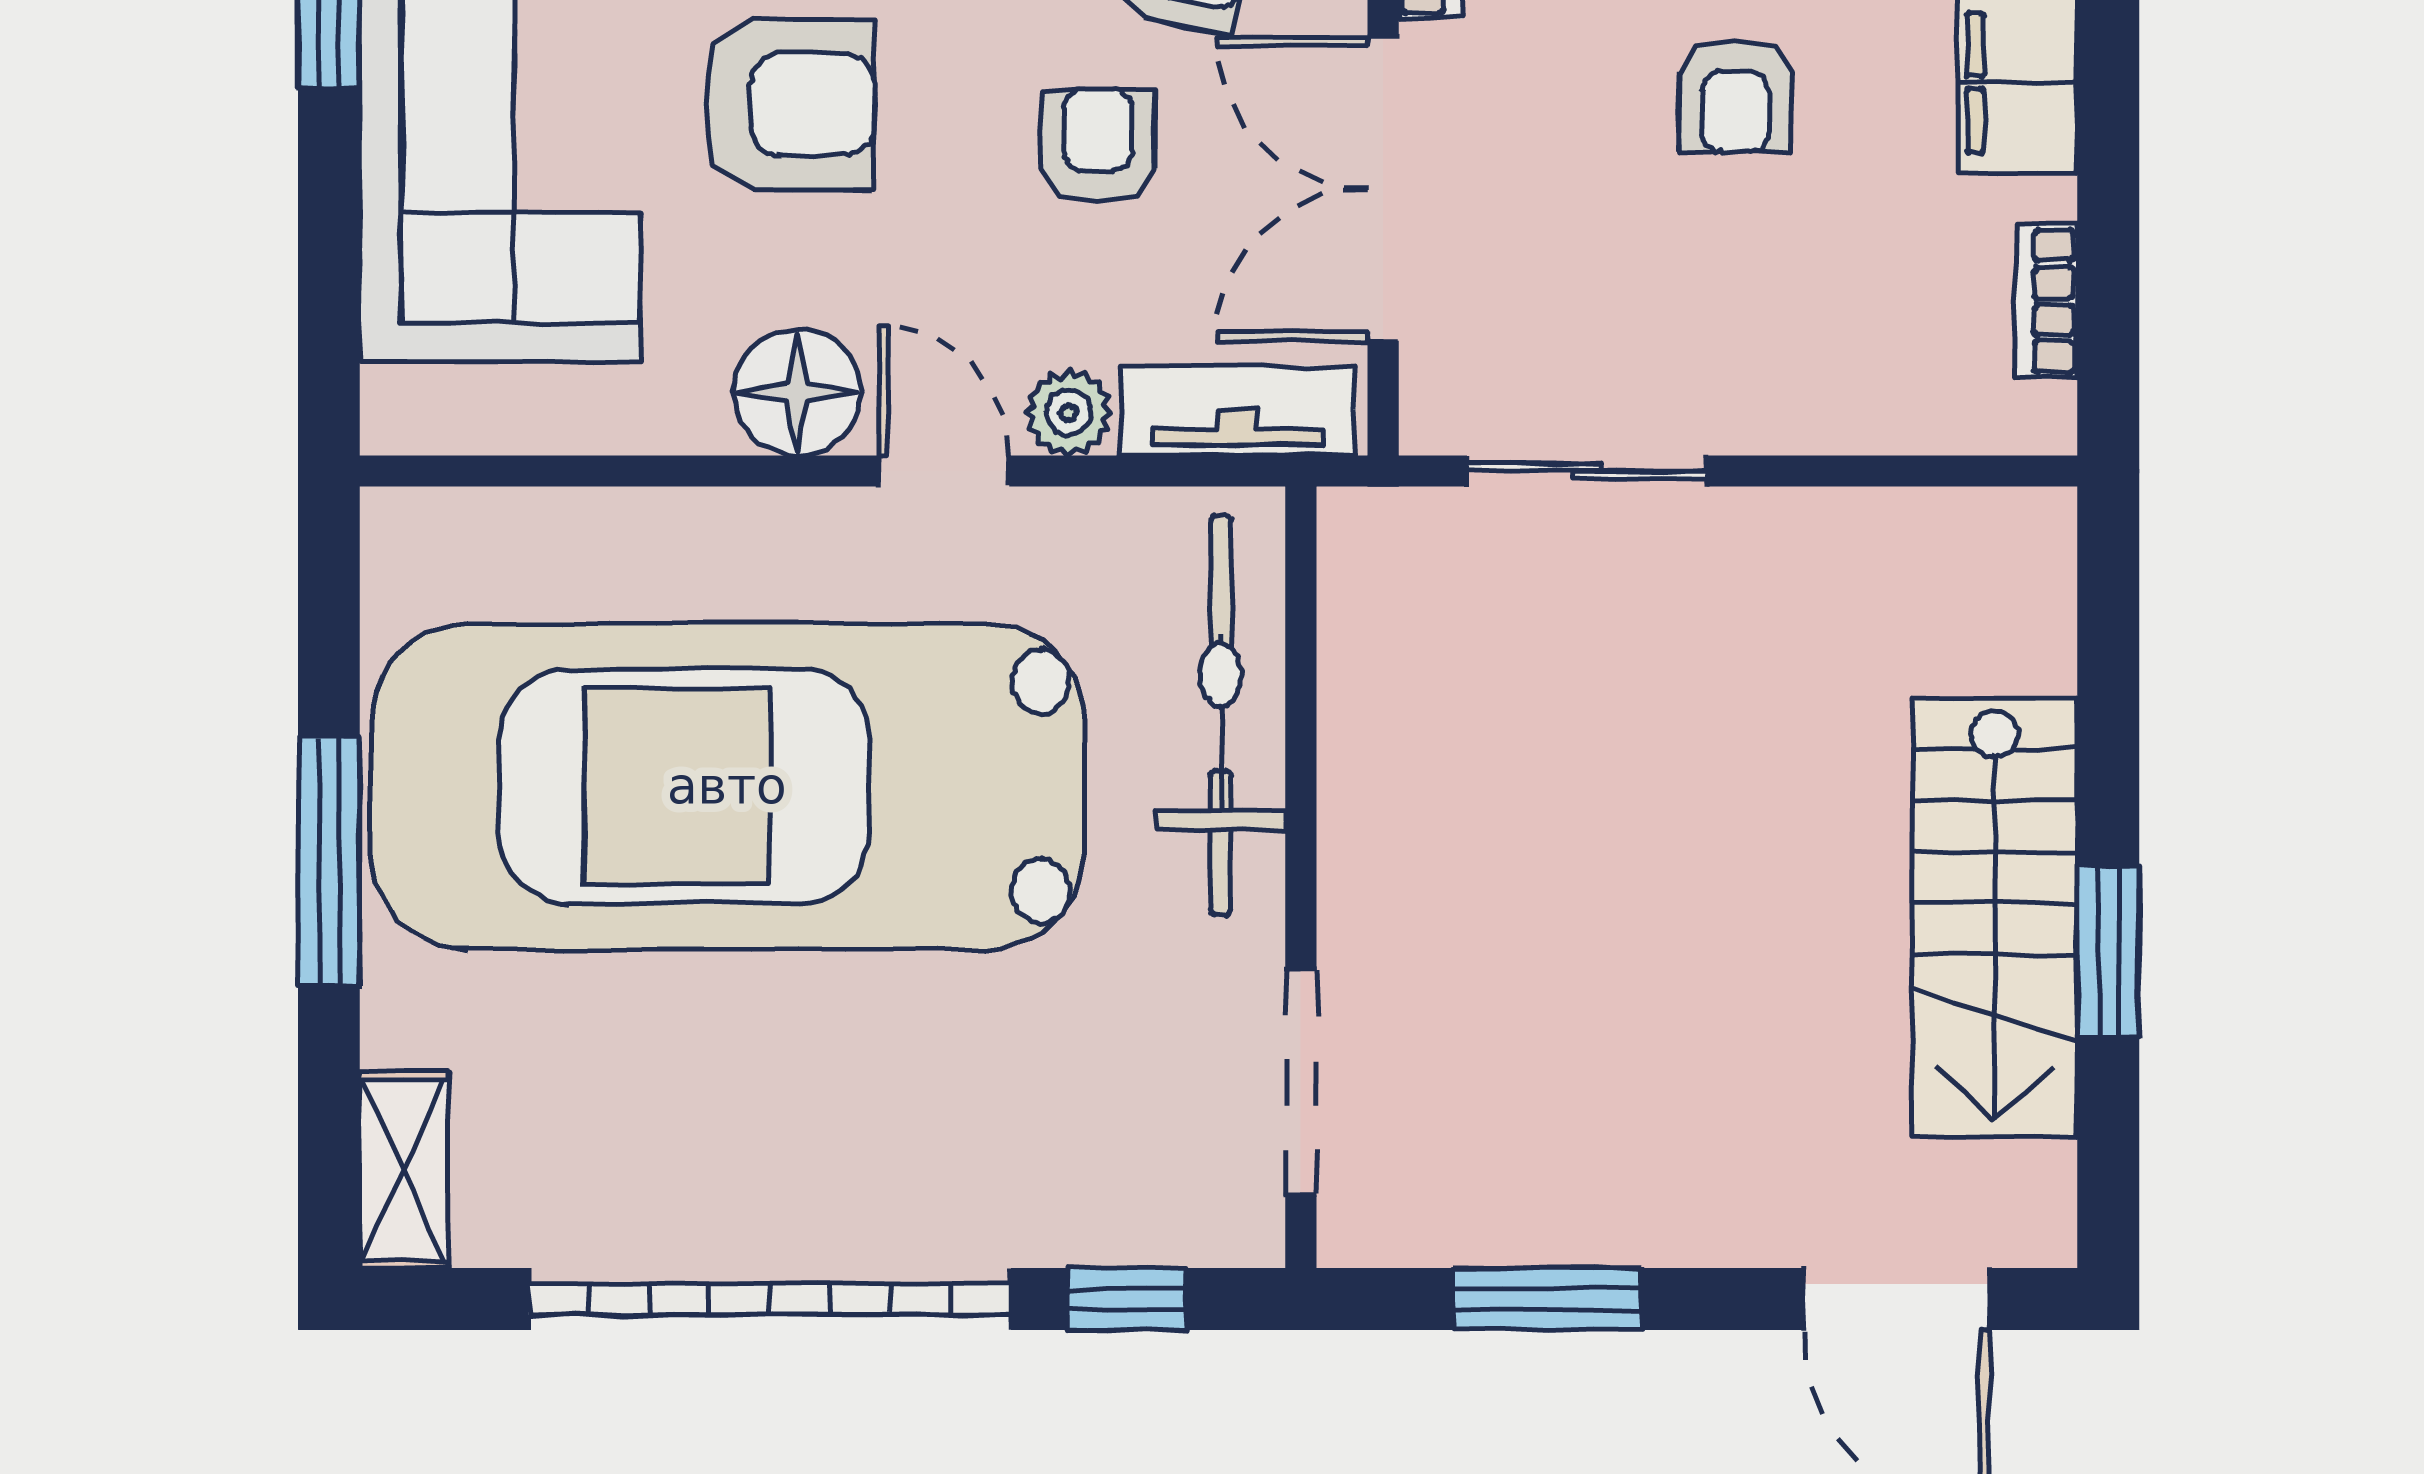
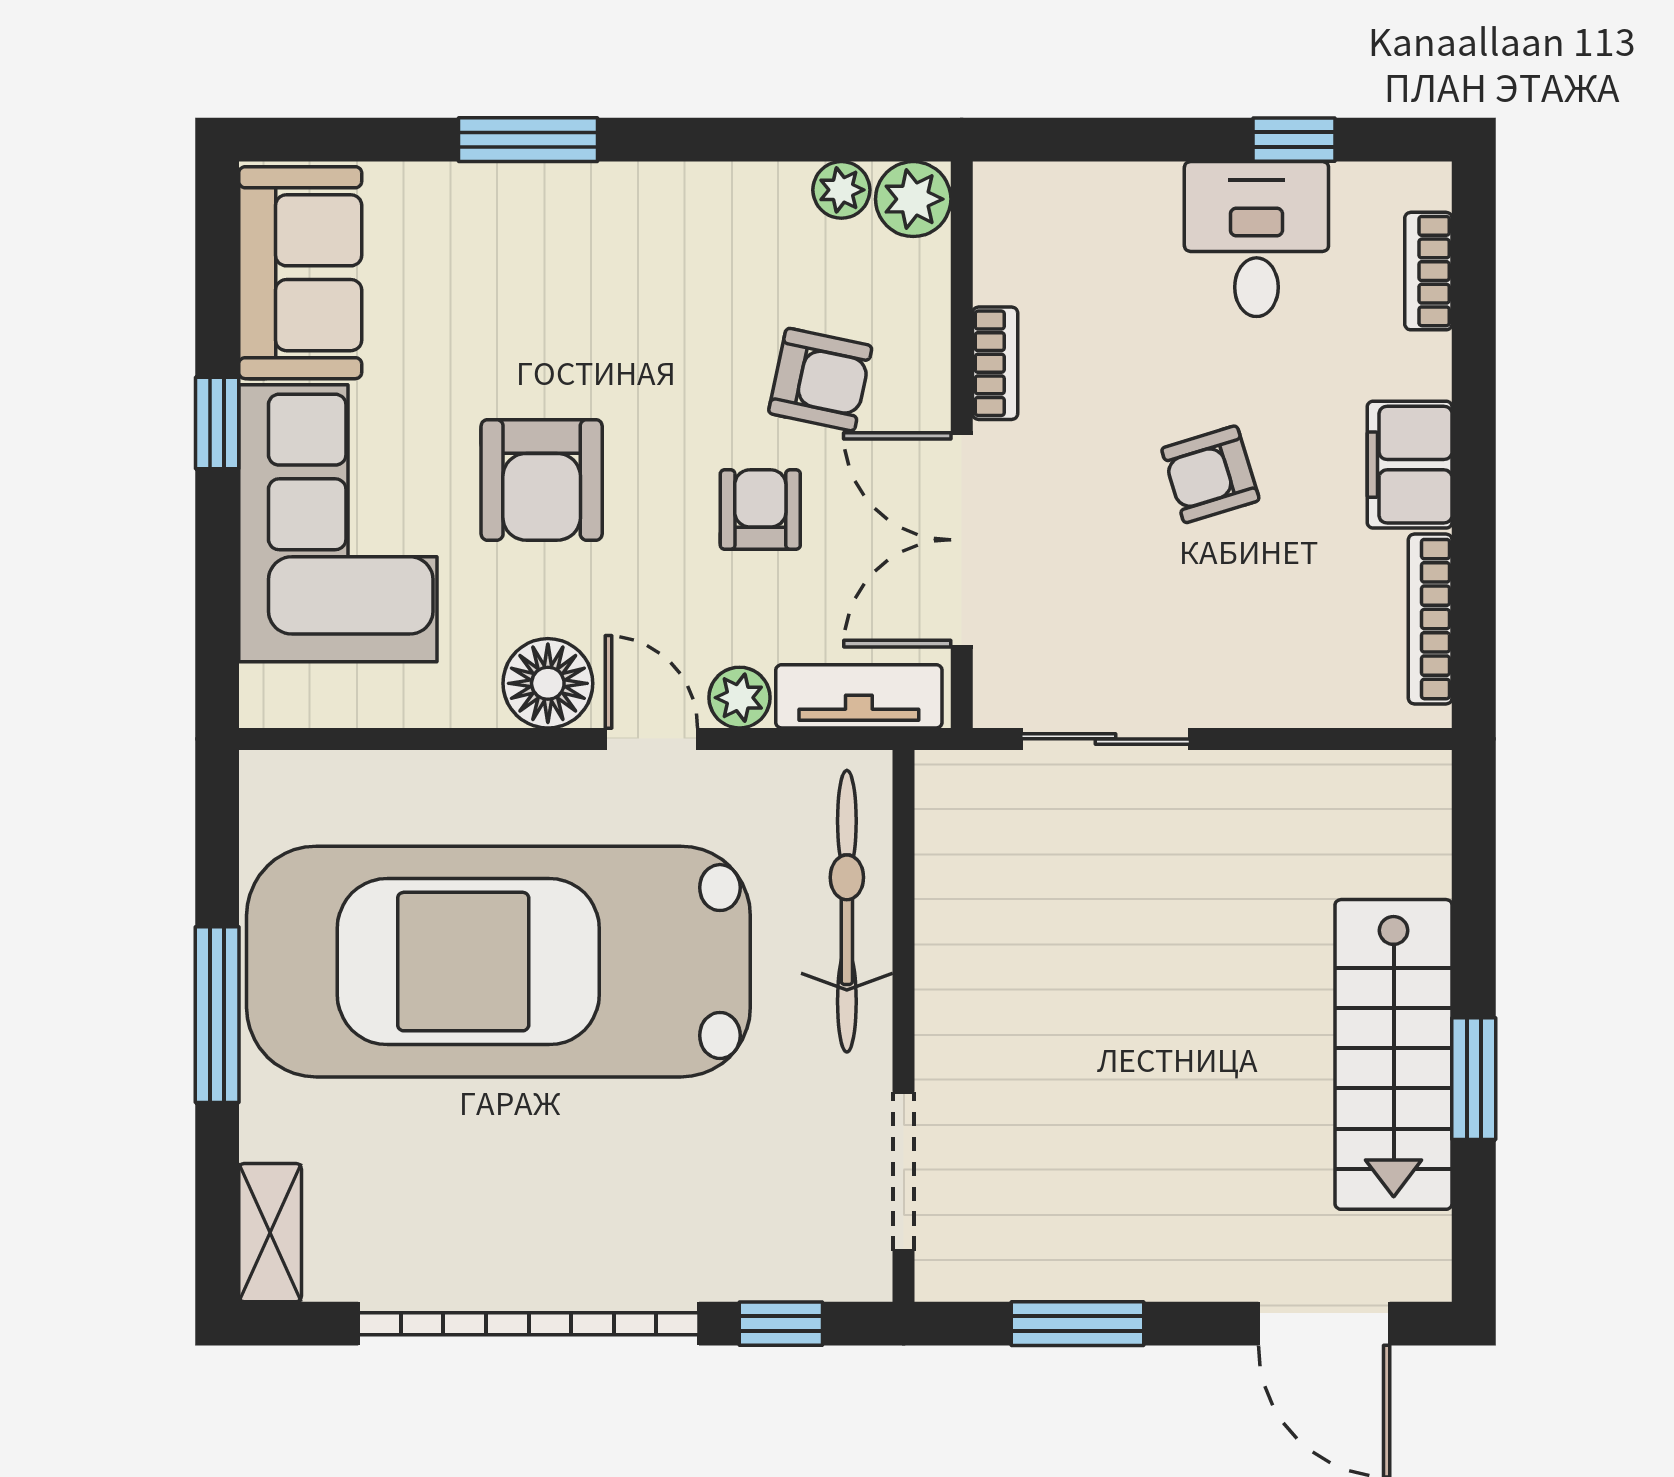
armchair: (1735, 96) -> (1210, 474), turned 73
armchair: (788, 104) -> (542, 480), turned 90
bookcase: (2047, 301) -> (1430, 619), width x1.56

